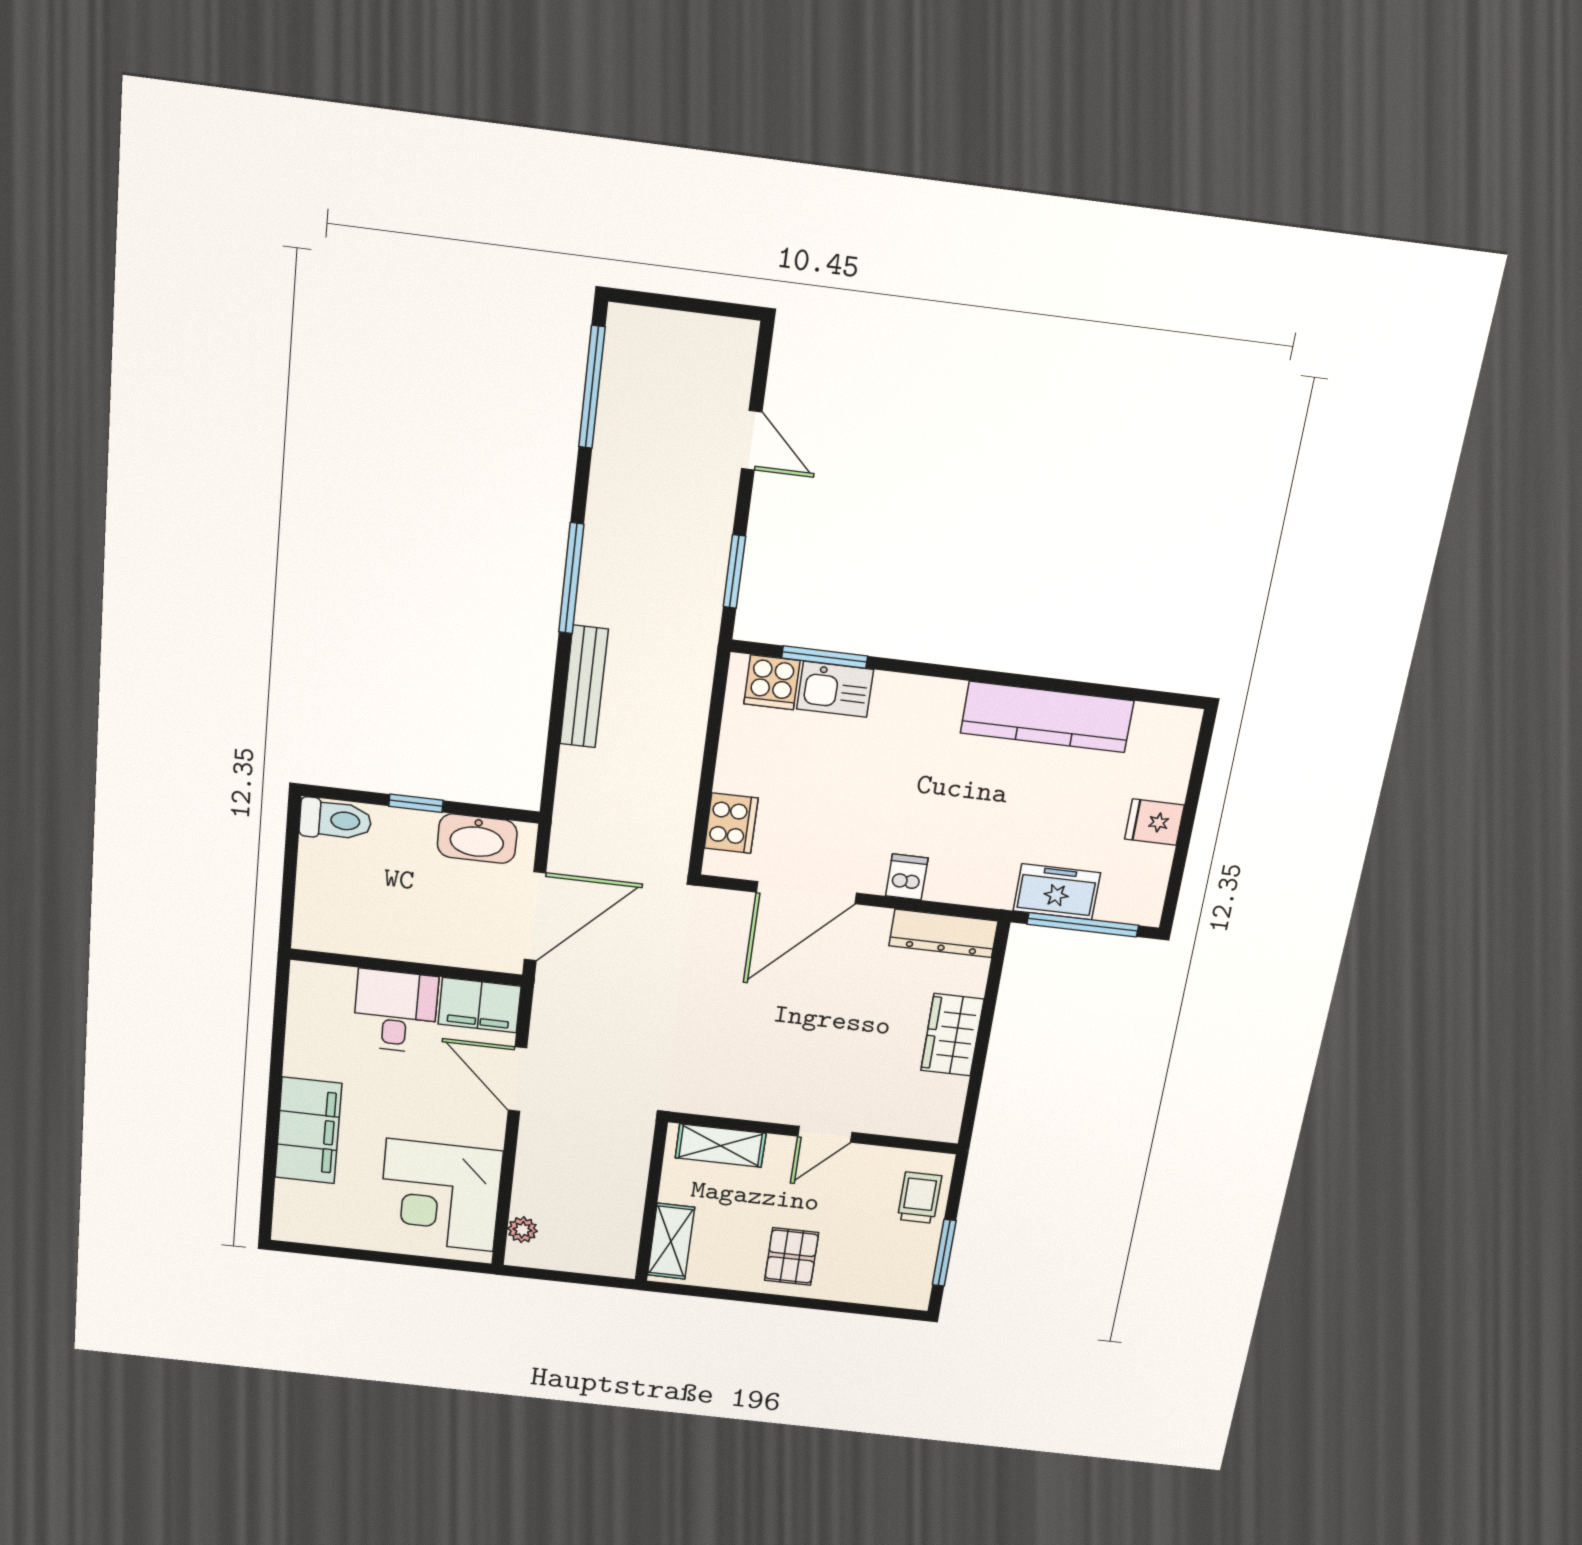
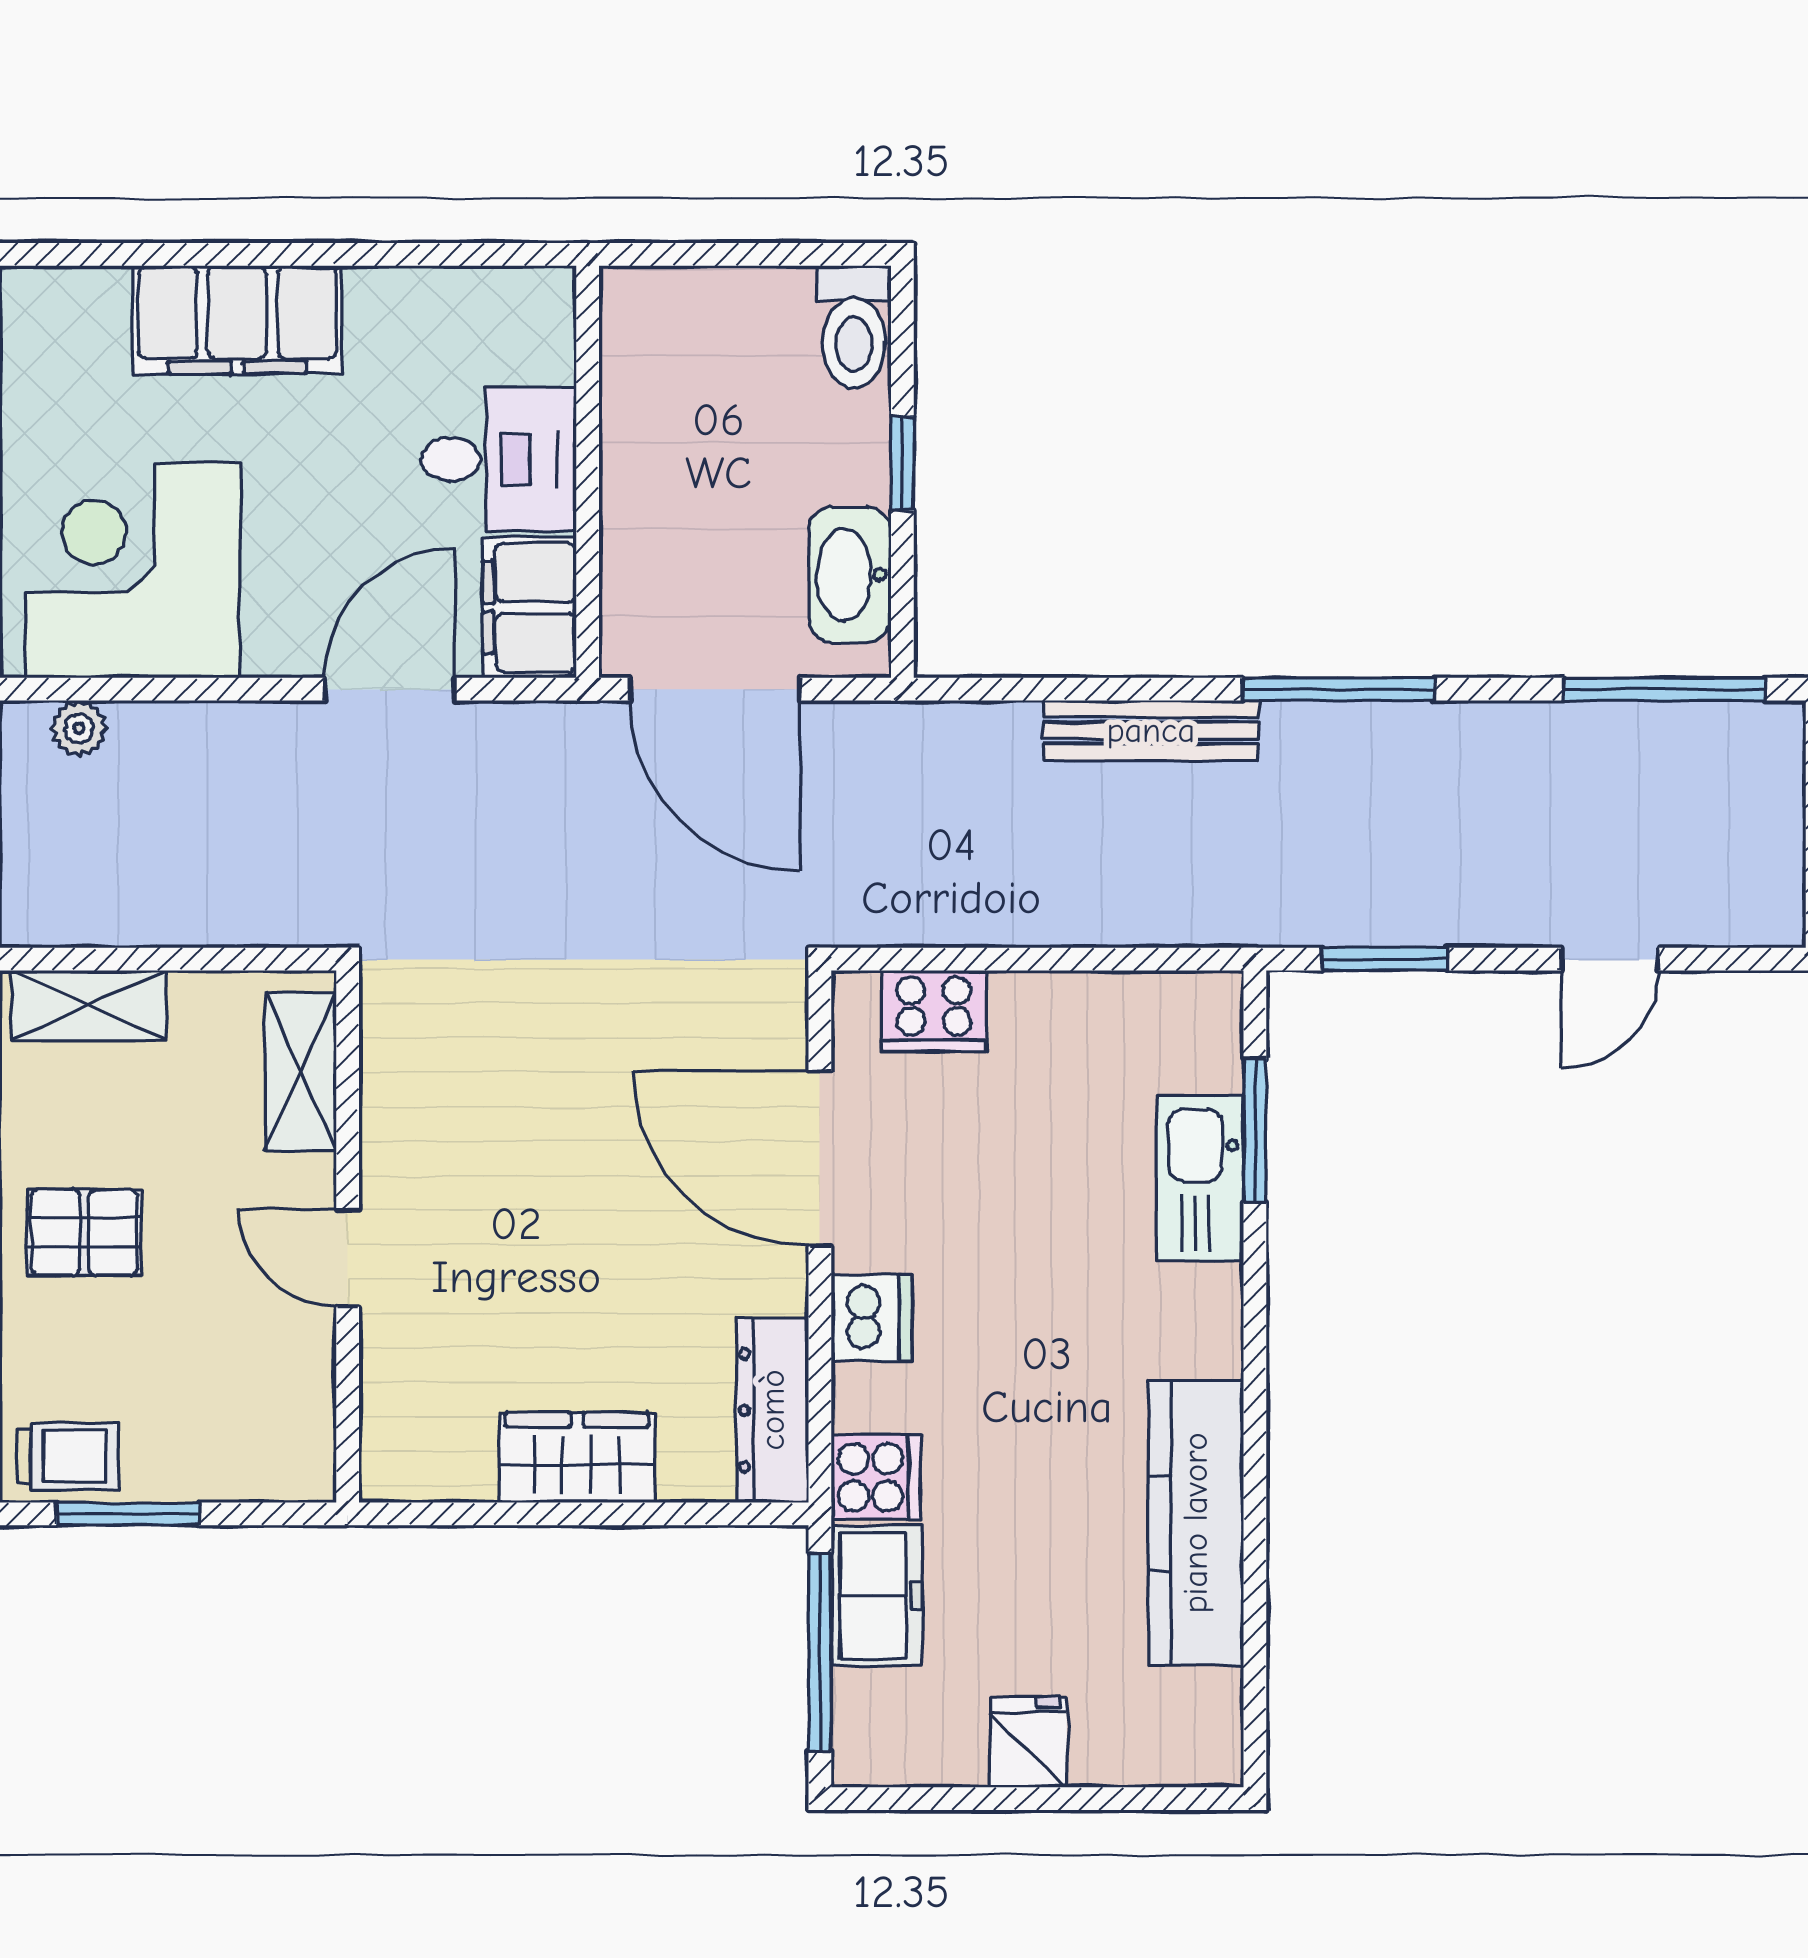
cooker: (772, 682) -> (876, 1477), moved, turned 180
kitchen sink: (835, 689) -> (1200, 1178), width x1.38
dishwasher: (907, 877) -> (872, 1318), width x1.38
trolley: (919, 1198) -> (68, 1457), moved

